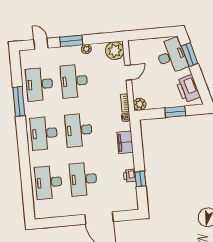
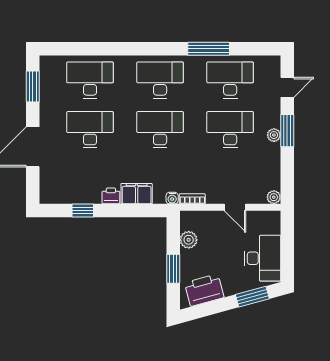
plant: (86, 49) -> (274, 135), moved
plant: (115, 51) -> (274, 197), width x0.53, depth x0.53
desk: (172, 56) -> (263, 258), moved, turned -75
plant: (140, 104) -> (189, 240), moved
printer: (130, 176) -> (111, 196), moved
window: (57, 222) -> (33, 86), added

